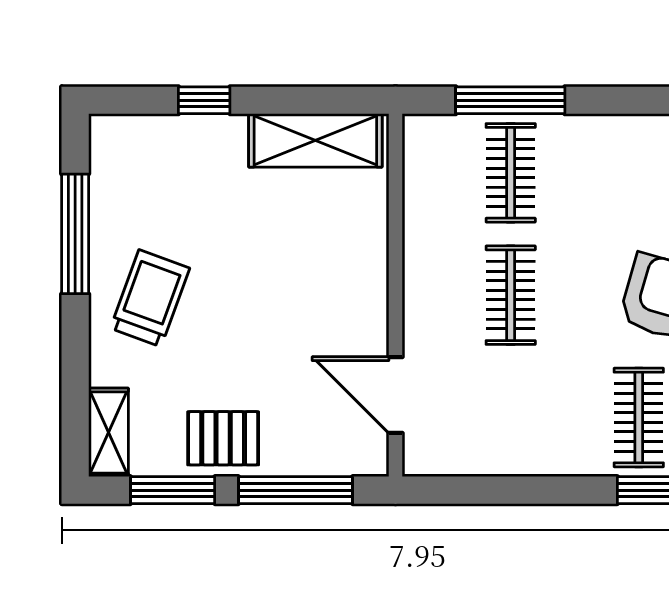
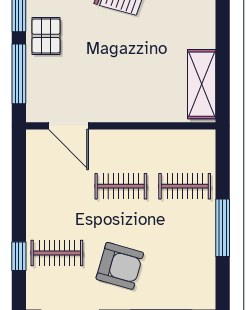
window: (204, 100) -> (223, 26), removed
window: (510, 100) -> (223, 228), moved
door: (395, 395) -> (69, 126), swing flipped

